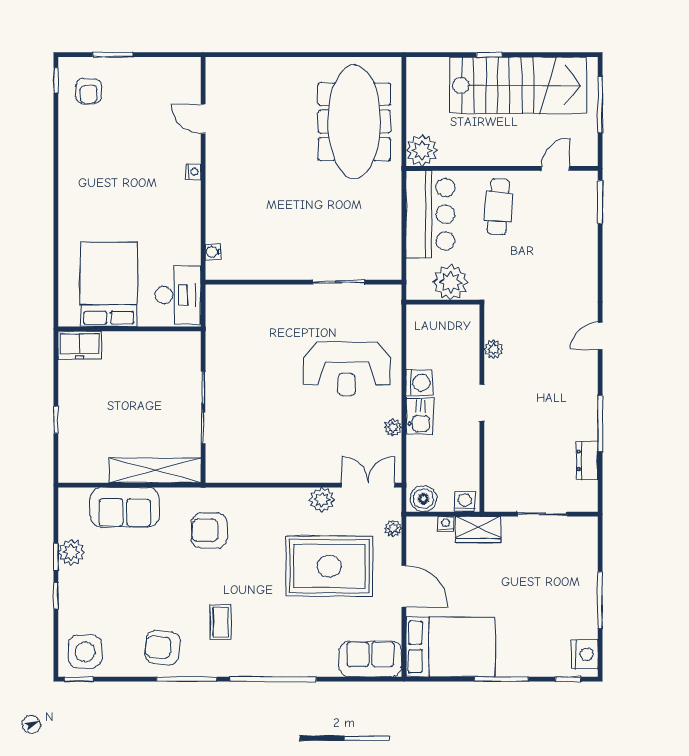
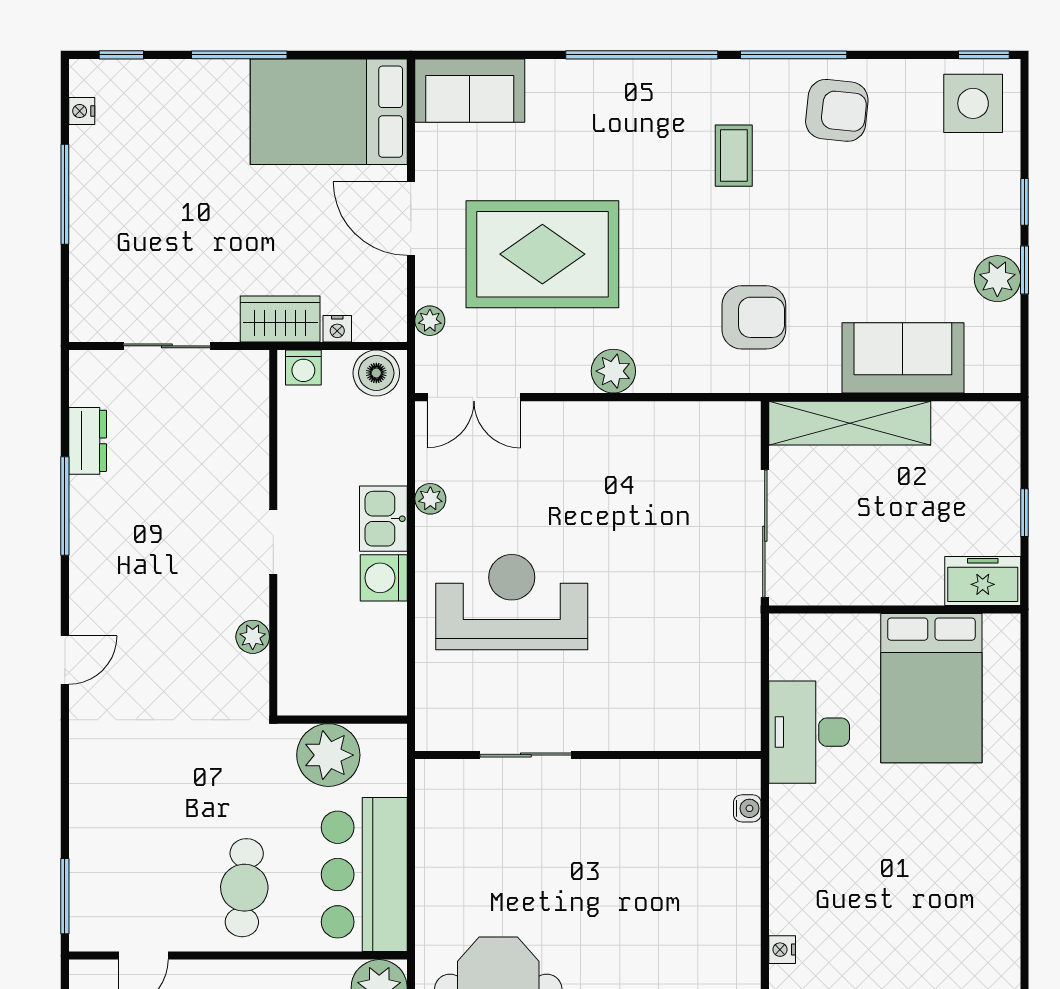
bed: (109, 284) -> (931, 688), moved
wall: (129, 329) -> (895, 609), moved
freezer: (80, 345) -> (983, 581), moved
plant: (322, 500) -> (613, 371), moved
nightstand: (585, 654) -> (82, 111), width x0.53, depth x0.56

